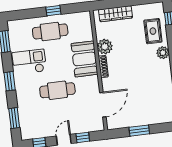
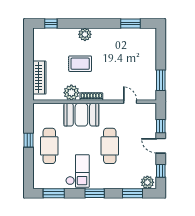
rug: (153, 31) -> (80, 64), moved
checkout: (29, 62) -> (77, 171), turned 180
door: (103, 105) -> (130, 102), width x0.53
plant: (27, 131) -> (147, 182), added
window: (139, 131) -> (161, 80), moved

